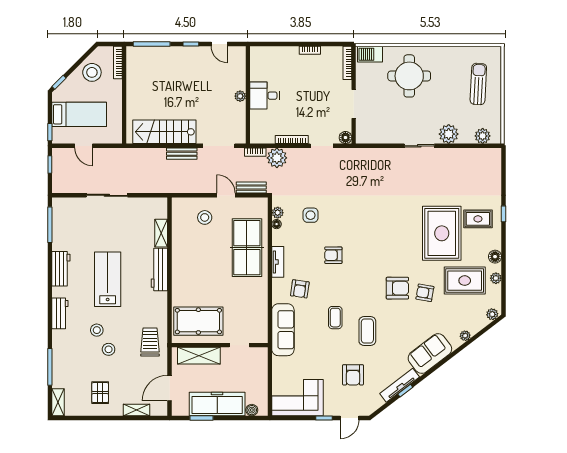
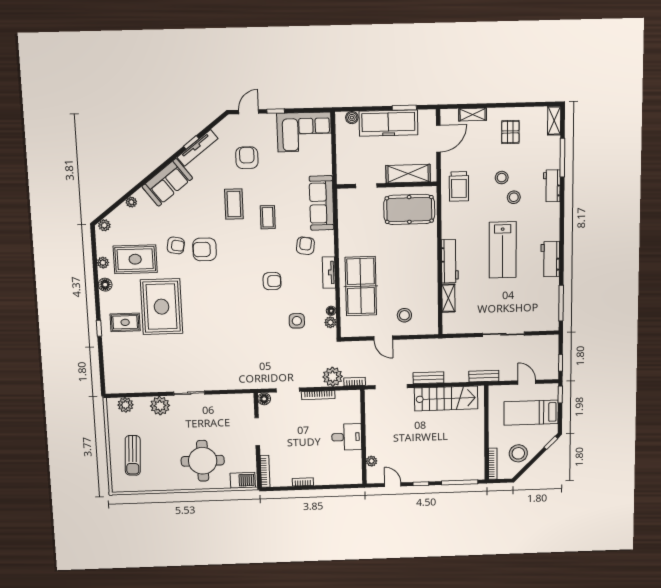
plant: (240, 96) -> (372, 461), moved
bench: (251, 188) -> (484, 376), moved
workbench: (60, 313) -> (552, 186), moved

